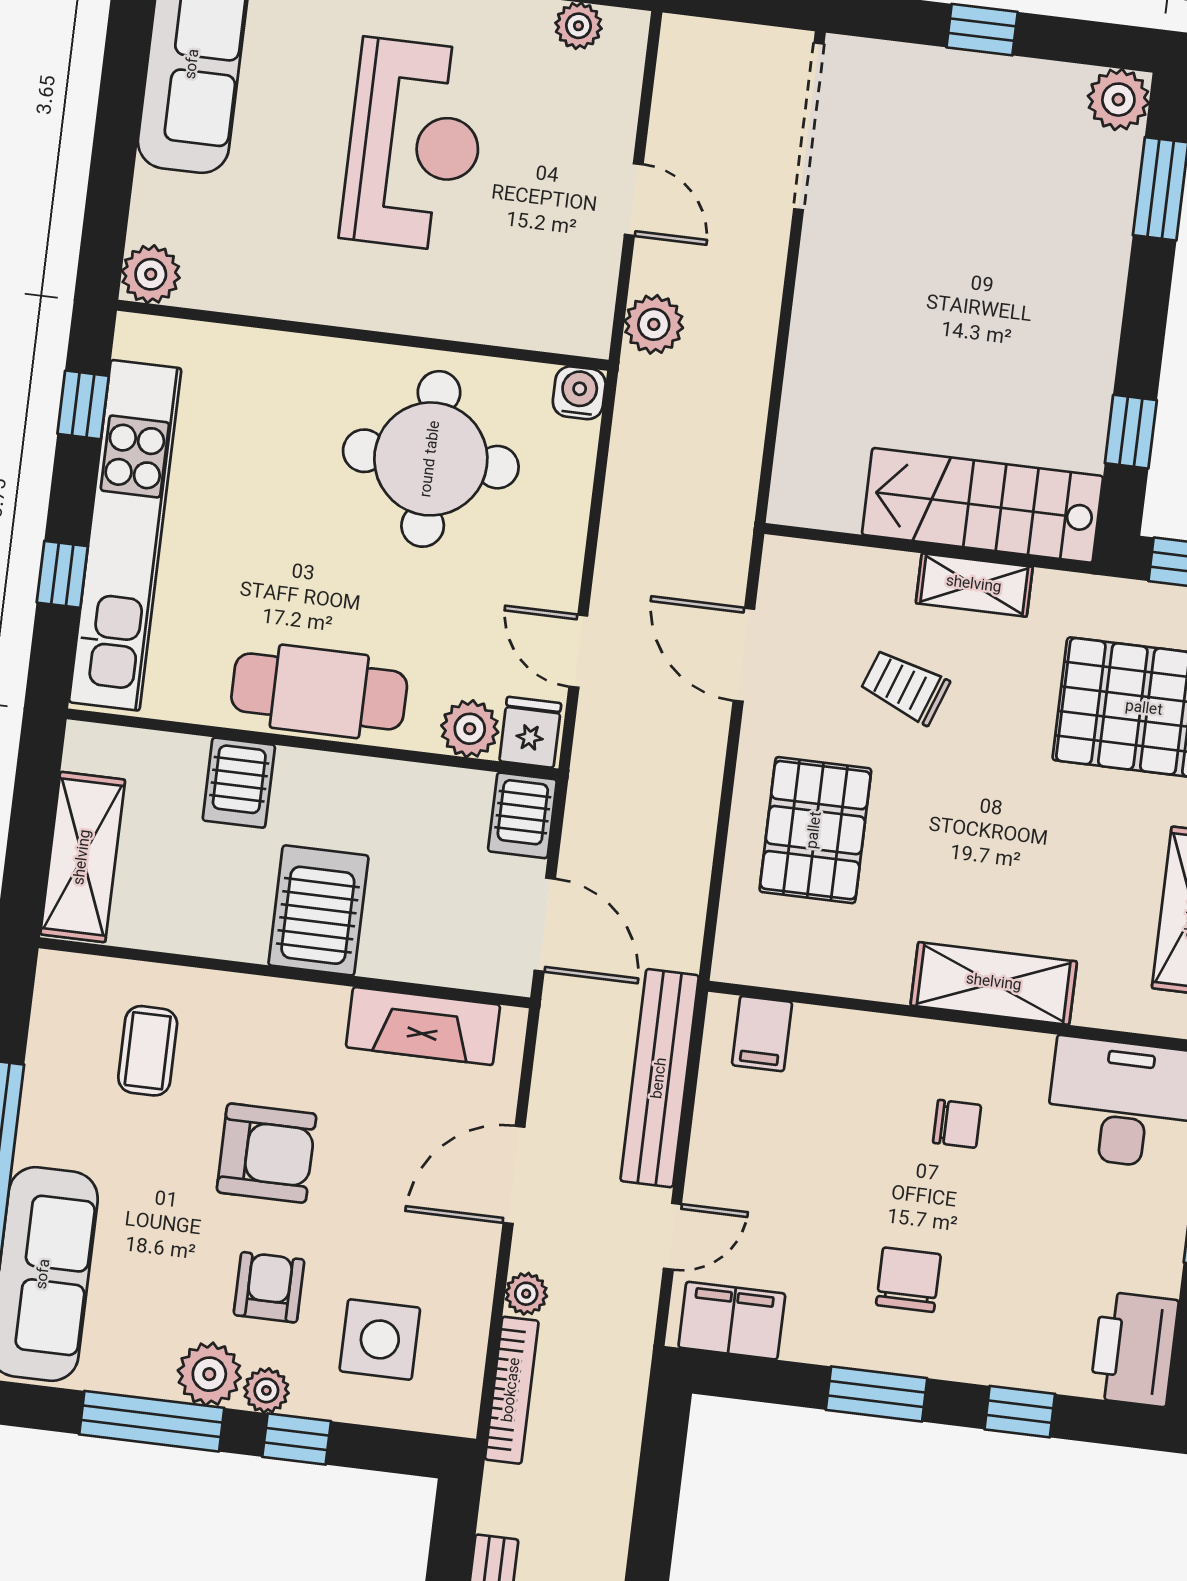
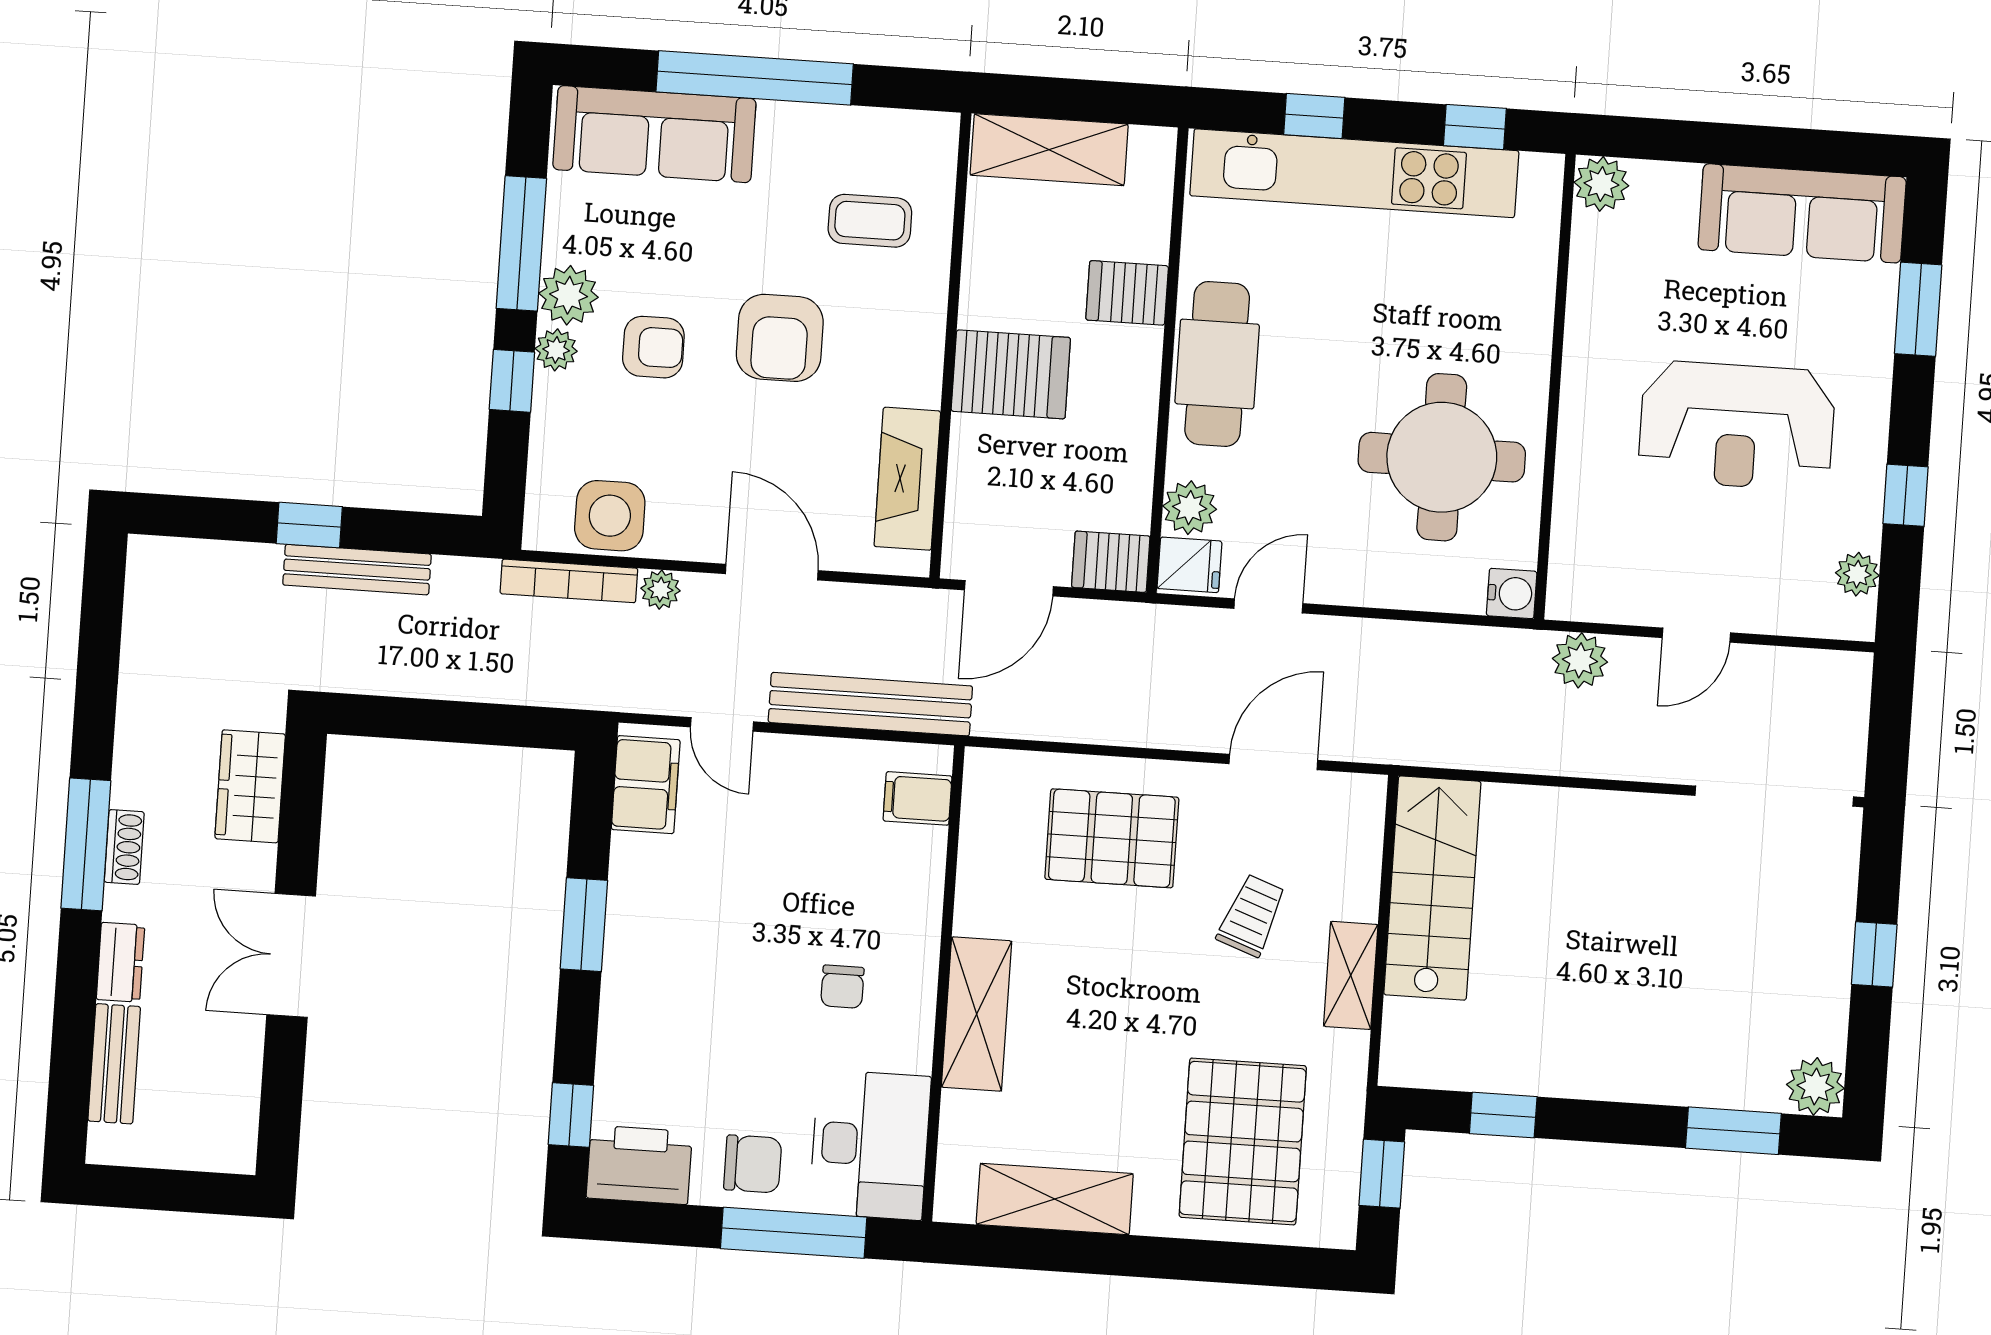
stairs: (982, 505) -> (1432, 888), moved
chair: (908, 1280) -> (753, 1164), moved
side table: (380, 1339) -> (610, 516), moved
window: (1020, 1412) -> (571, 1115), moved

